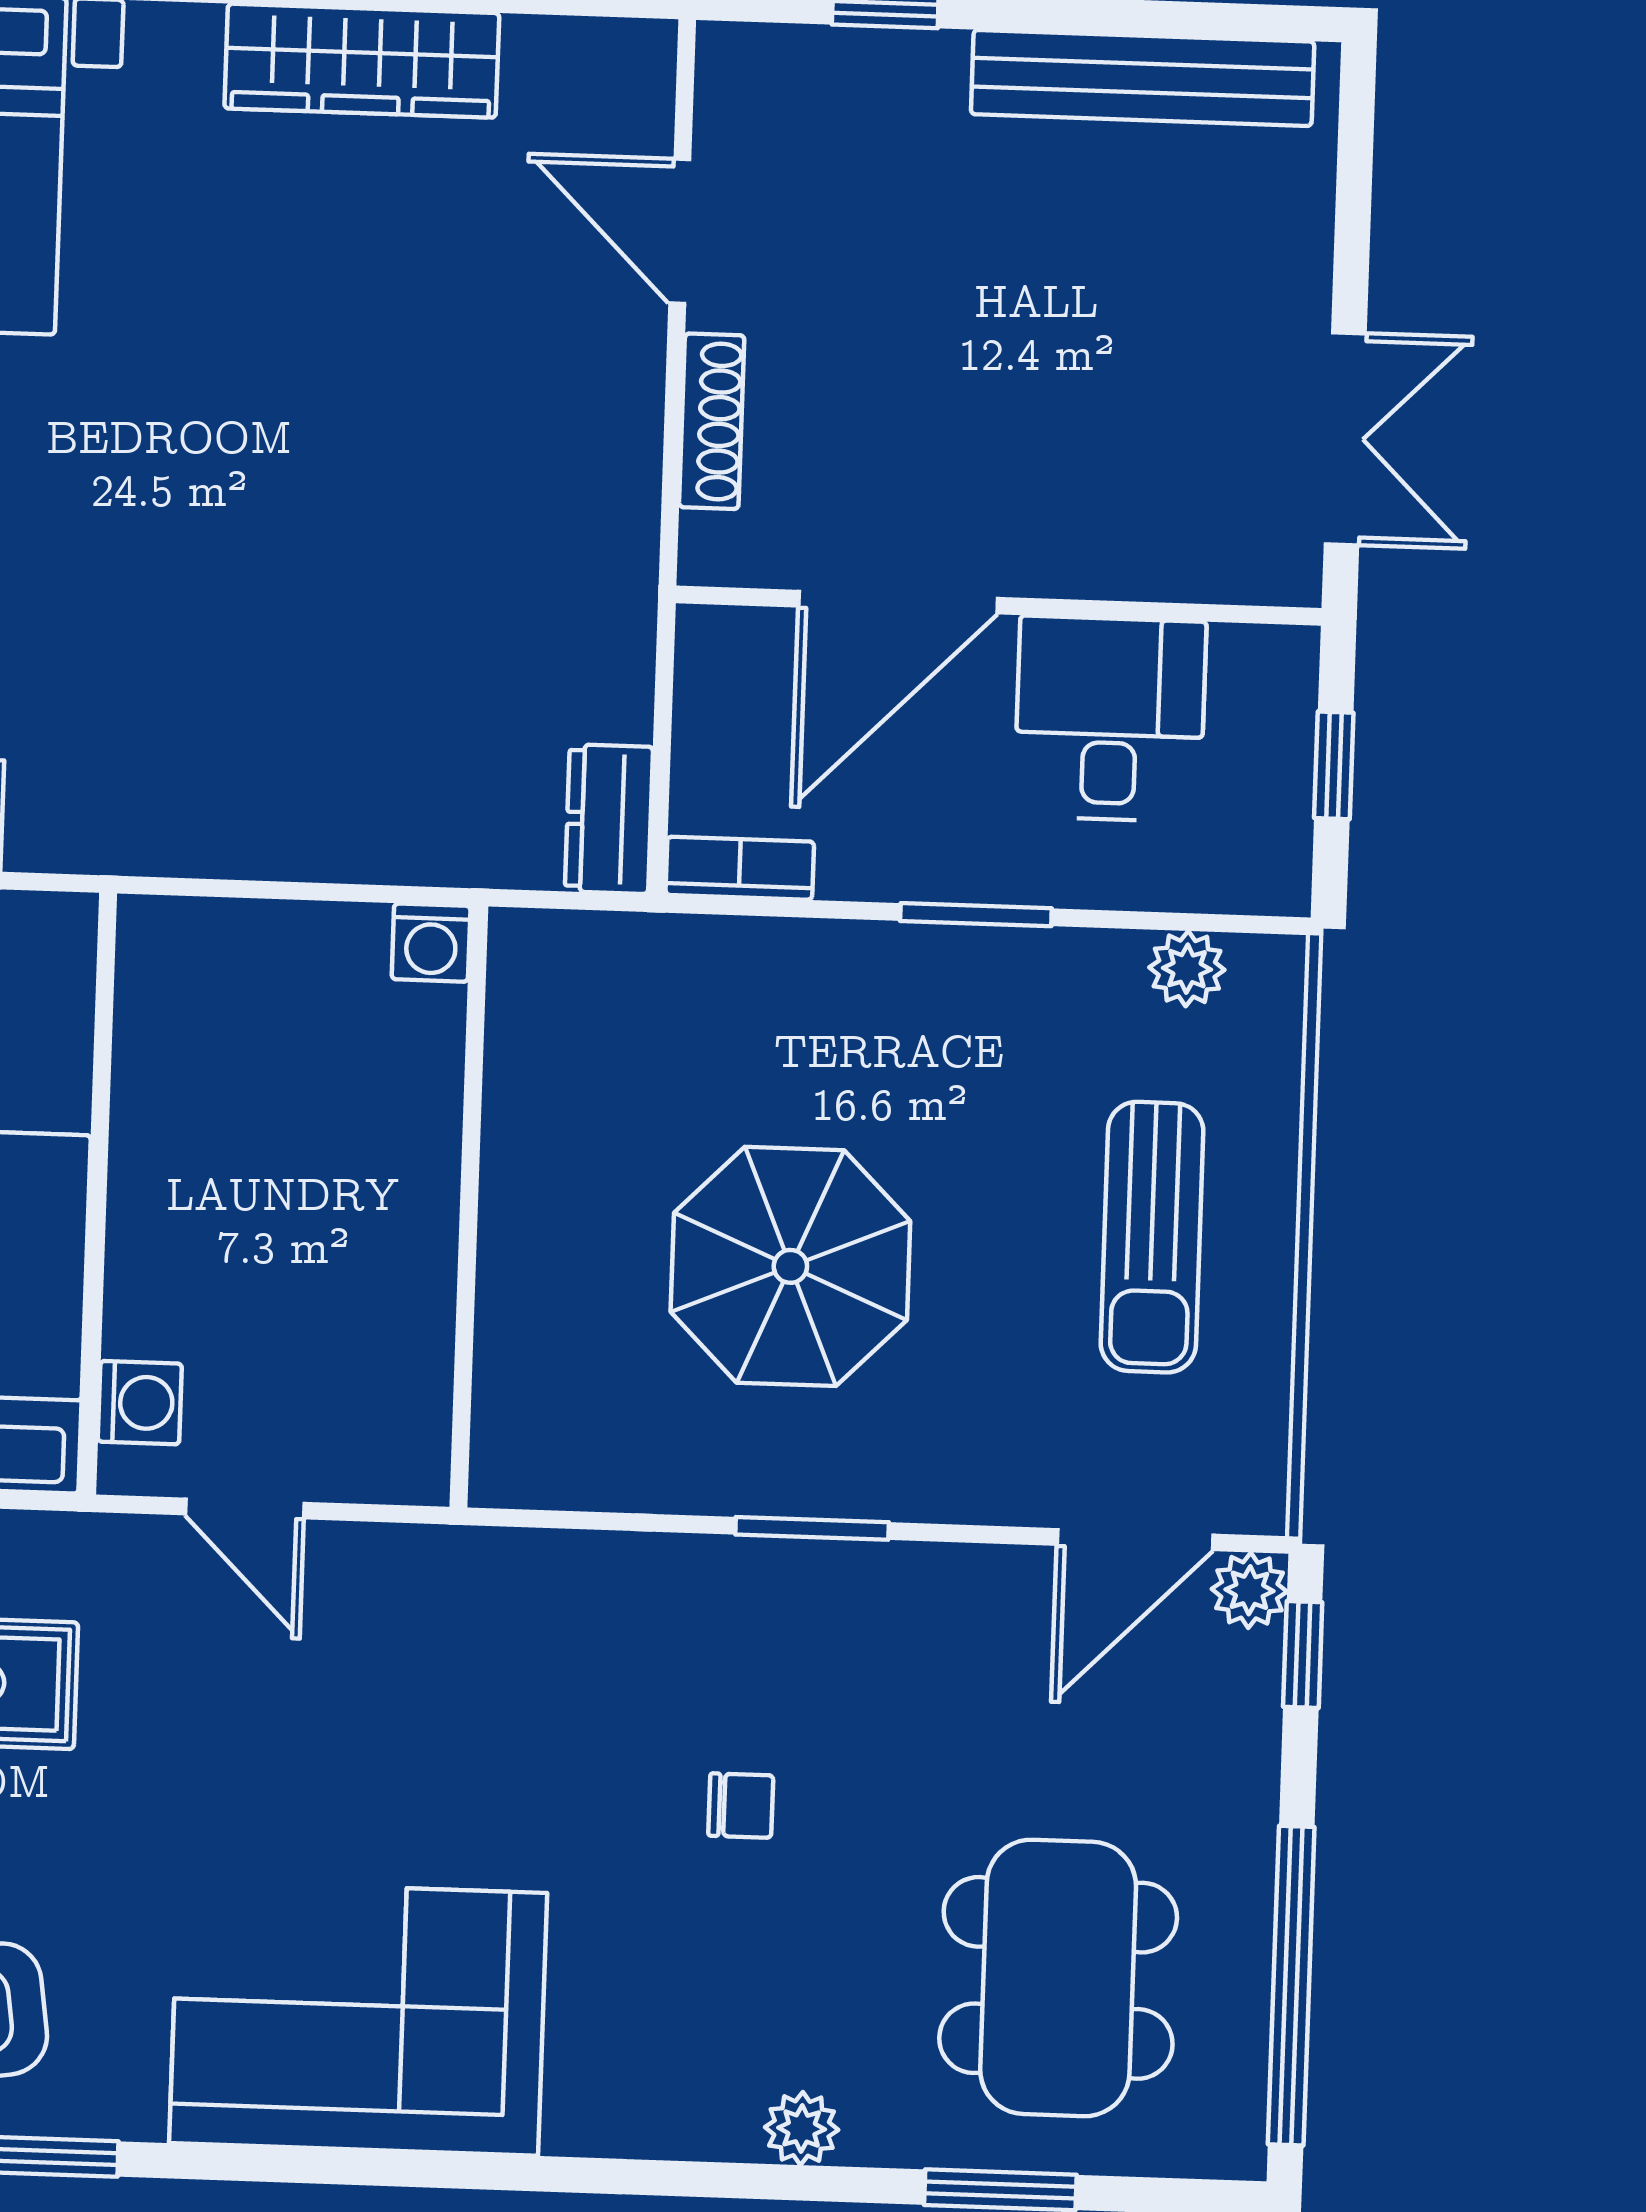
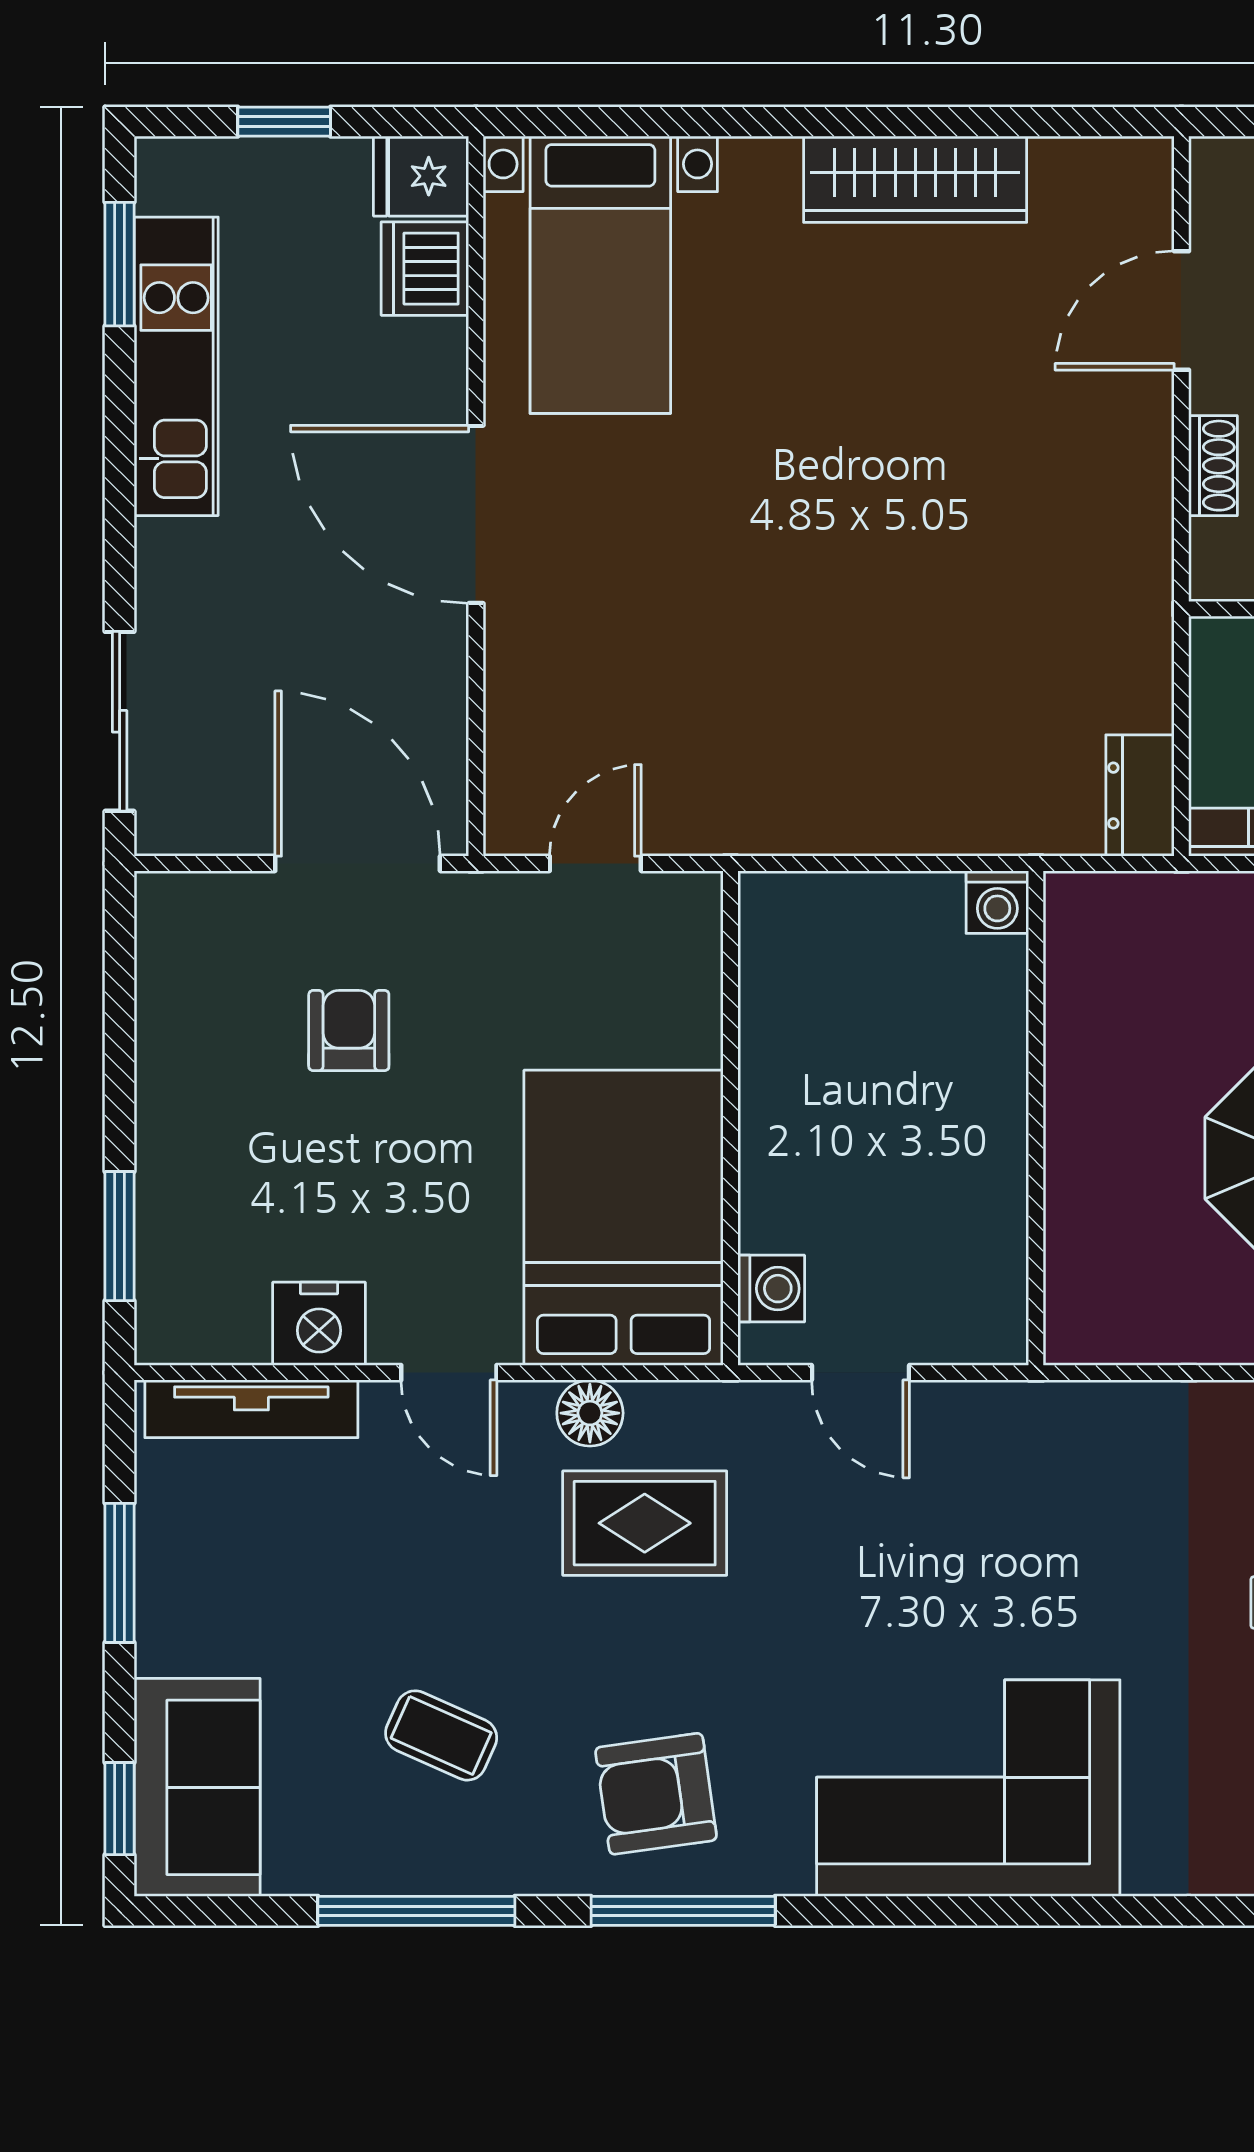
door: (680, 231) -> (1181, 310), hinge flipped
shoe rack: (712, 421) -> (1213, 466), width x0.70

